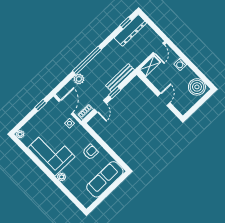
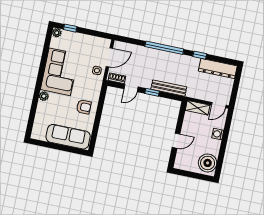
window: (126, 23) -> (200, 55), moved
plant: (79, 79) -> (142, 52), removed
window: (41, 105) -> (70, 28), moved

